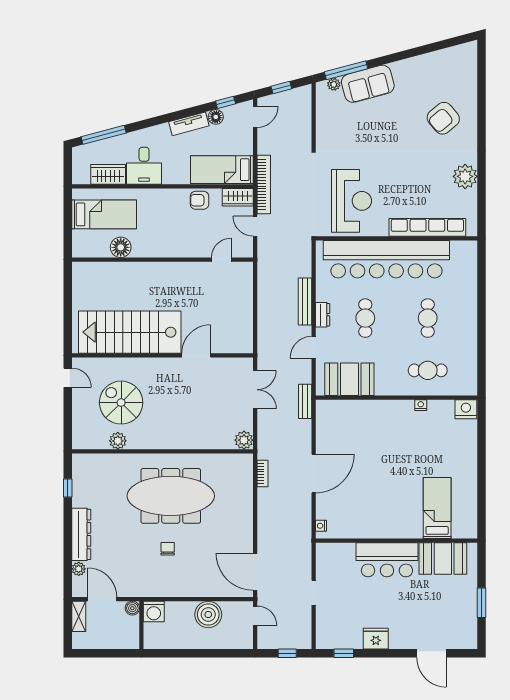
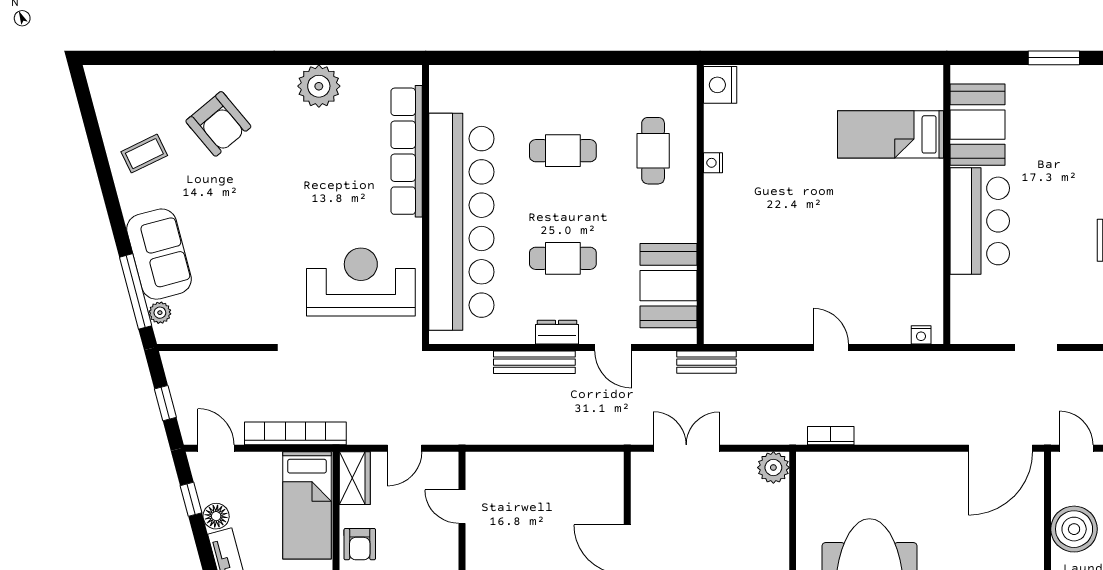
coffee table: (426, 75) -> (144, 154), added
bookcase: (264, 185) -> (295, 433), moved
door: (314, 473) -> (831, 347), width x0.53
door: (255, 616) -> (1076, 448), hinge flipped

